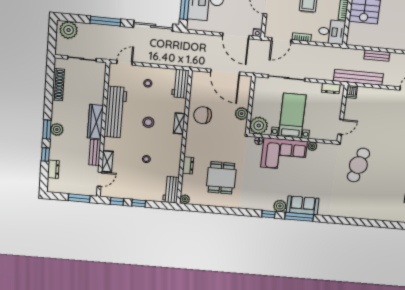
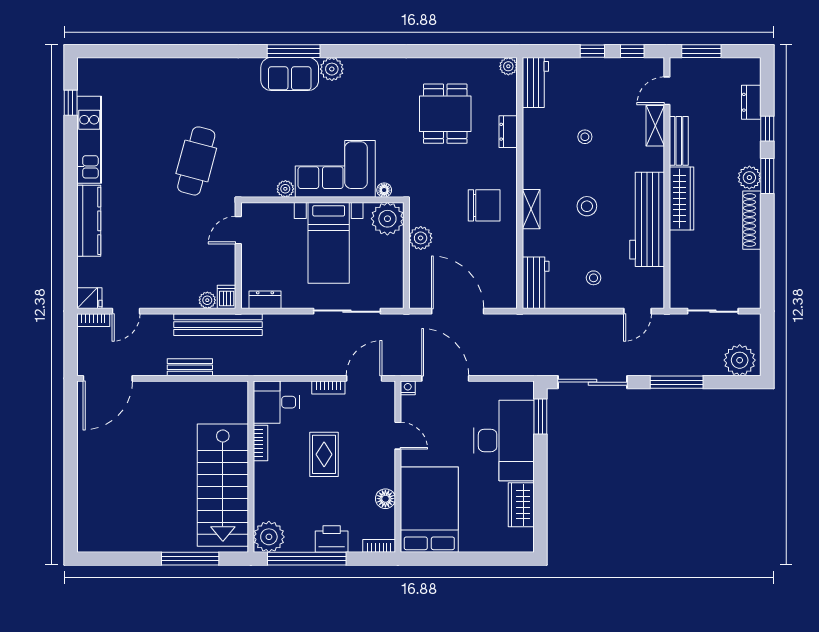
shoe rack: (58, 85) -> (752, 220), moved
plant: (362, 91) -> (207, 300), added
chair: (203, 115) -> (484, 205), moved
window: (268, 214) -> (351, 51), removed

